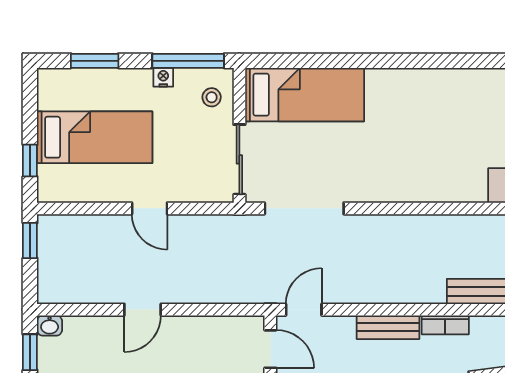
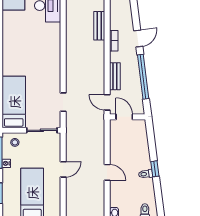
doorway: (304, 208) -> (63, 102), width x0.53
bench: (388, 327) -> (115, 76), moved
door: (270, 349) -> (124, 117), hinge flipped

